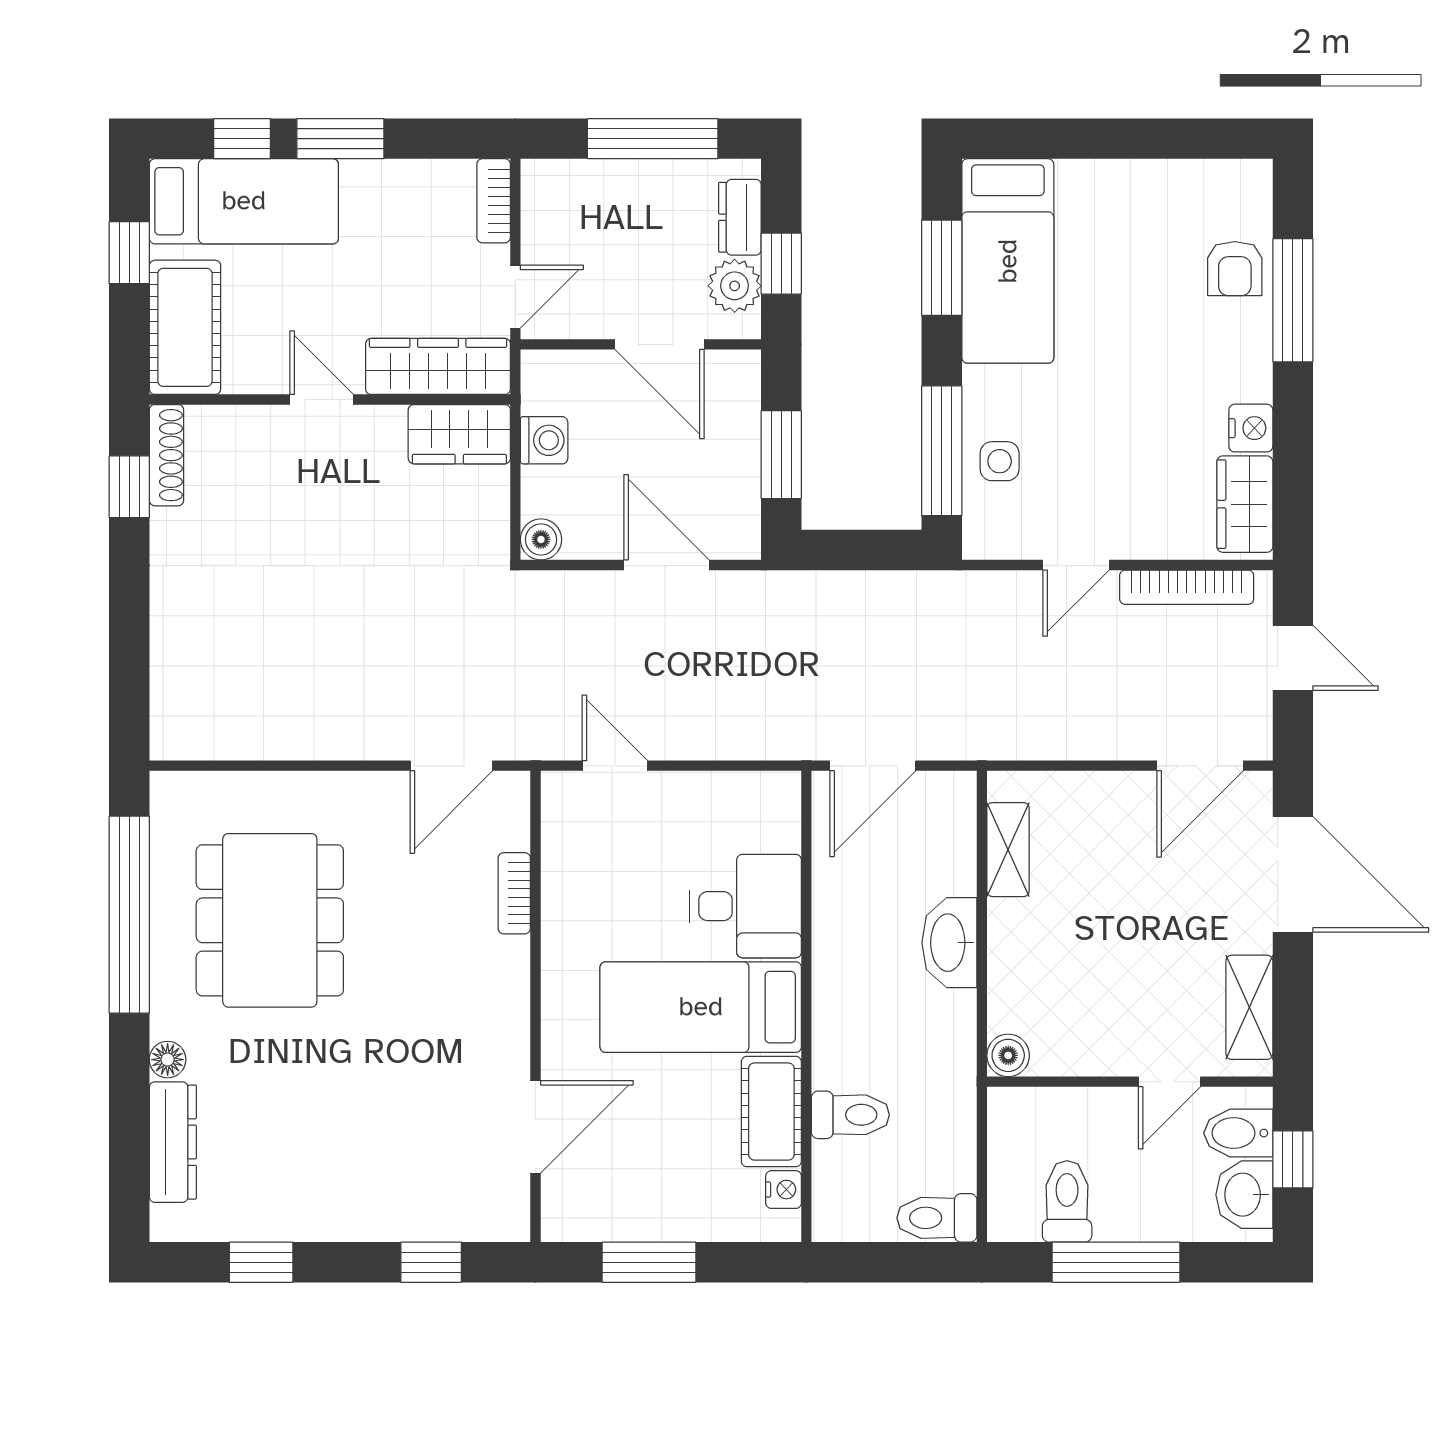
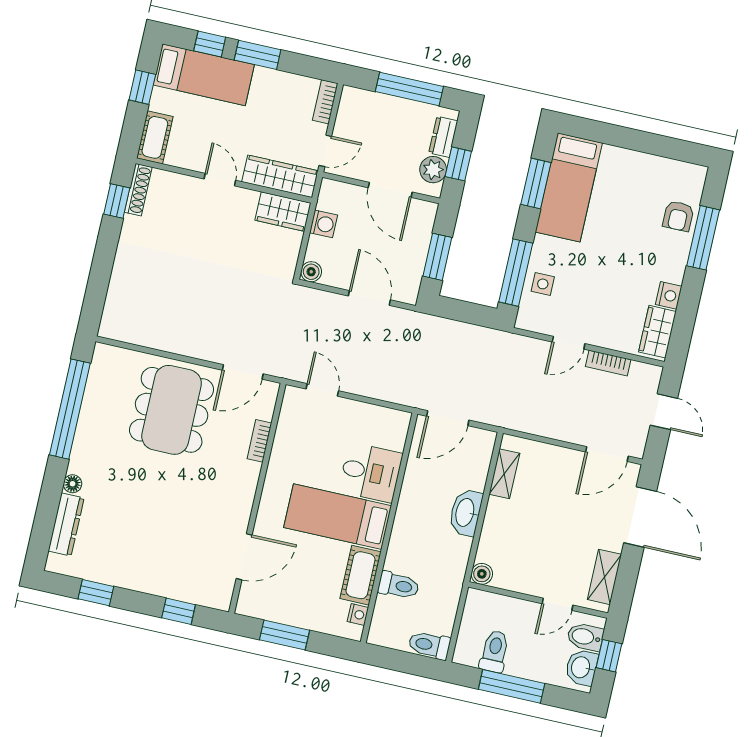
cot: (185, 327) -> (155, 137), width x0.73, depth x0.75
bookcase: (1187, 587) -> (608, 363), width x0.64
dining table: (270, 920) -> (172, 410), moved

